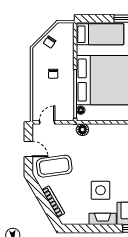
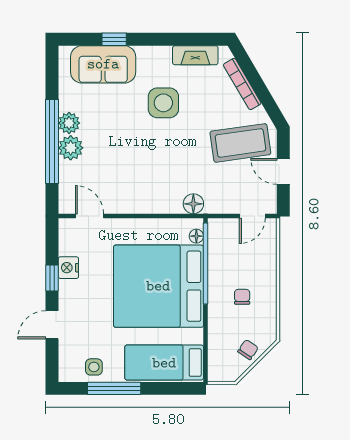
fireplace: (103, 219) -> (195, 55), moved

